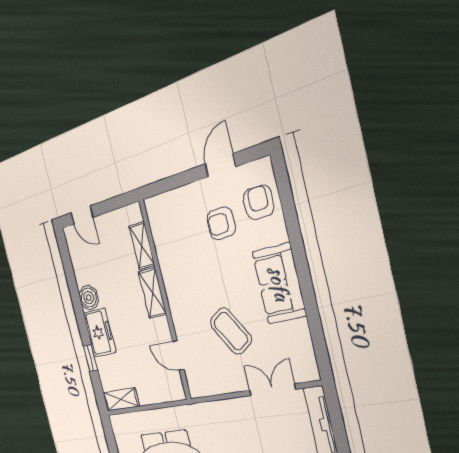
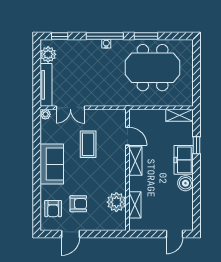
door: (82, 215) -> (175, 234), swing flipped
plant: (167, 243) -> (116, 202), added
shelving: (152, 293) -> (135, 161), moved
coffee table: (231, 331) -> (88, 144), turned 32
plant: (310, 372) -> (45, 114), added

